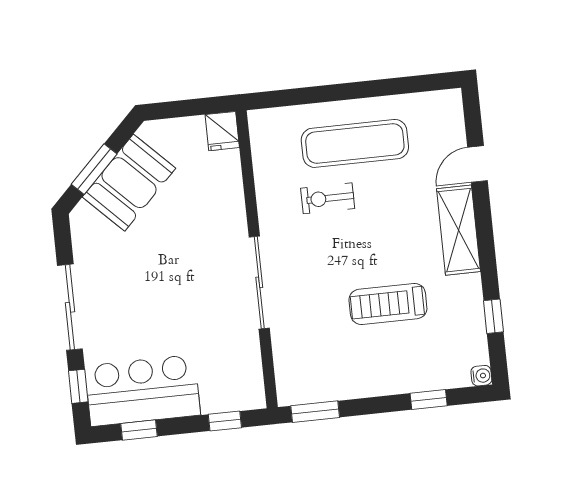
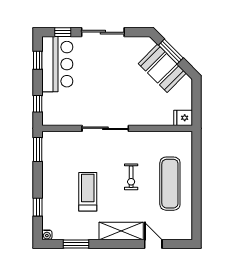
exercise bike: (328, 198) -> (131, 177), moved, turned 180
window: (493, 316) -> (76, 244), width x1.50

